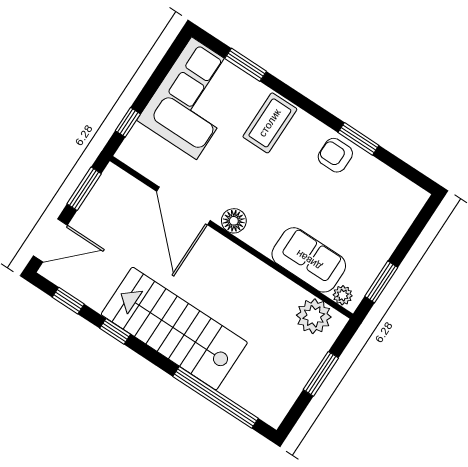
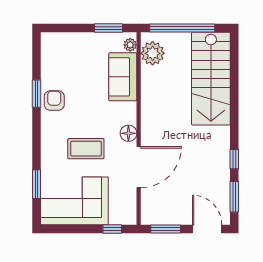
coffee table: (270, 123) -> (86, 149), moved
armchair: (335, 155) -> (54, 101), turned 180
window: (68, 301) -> (234, 197), width x1.50
stairs: (174, 328) -> (211, 79), moved
window: (321, 374) -> (182, 28), width x2.11
window: (215, 397) -> (234, 79), removed

